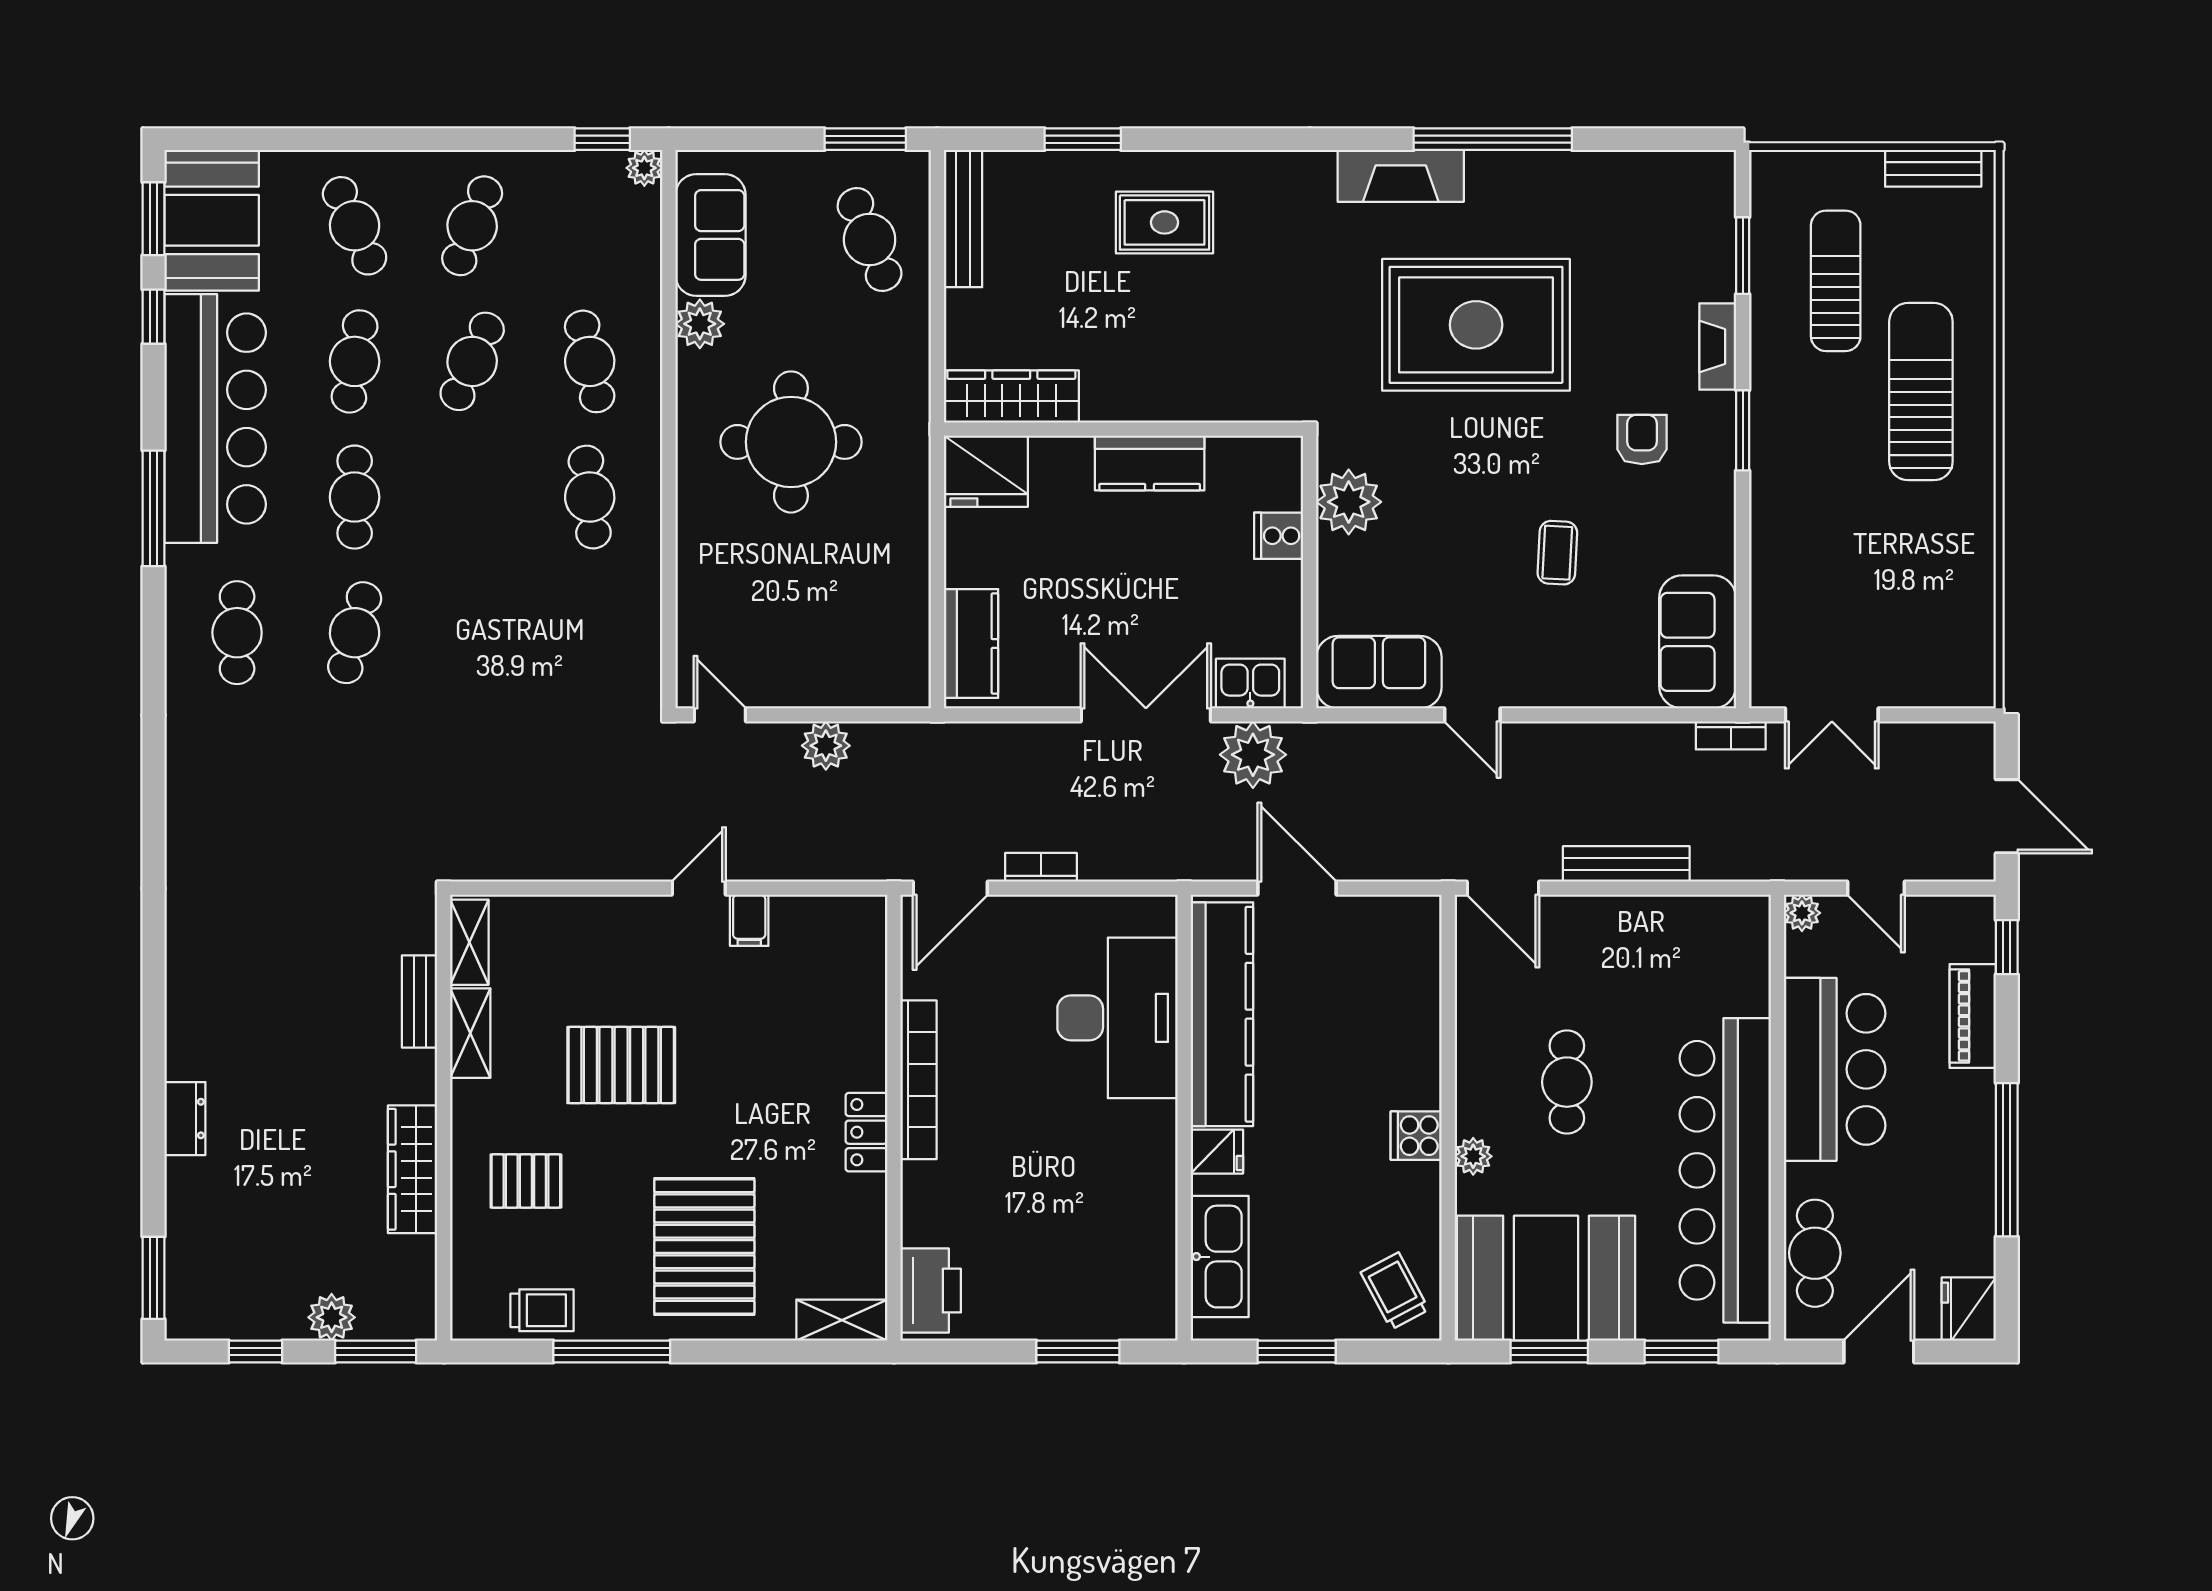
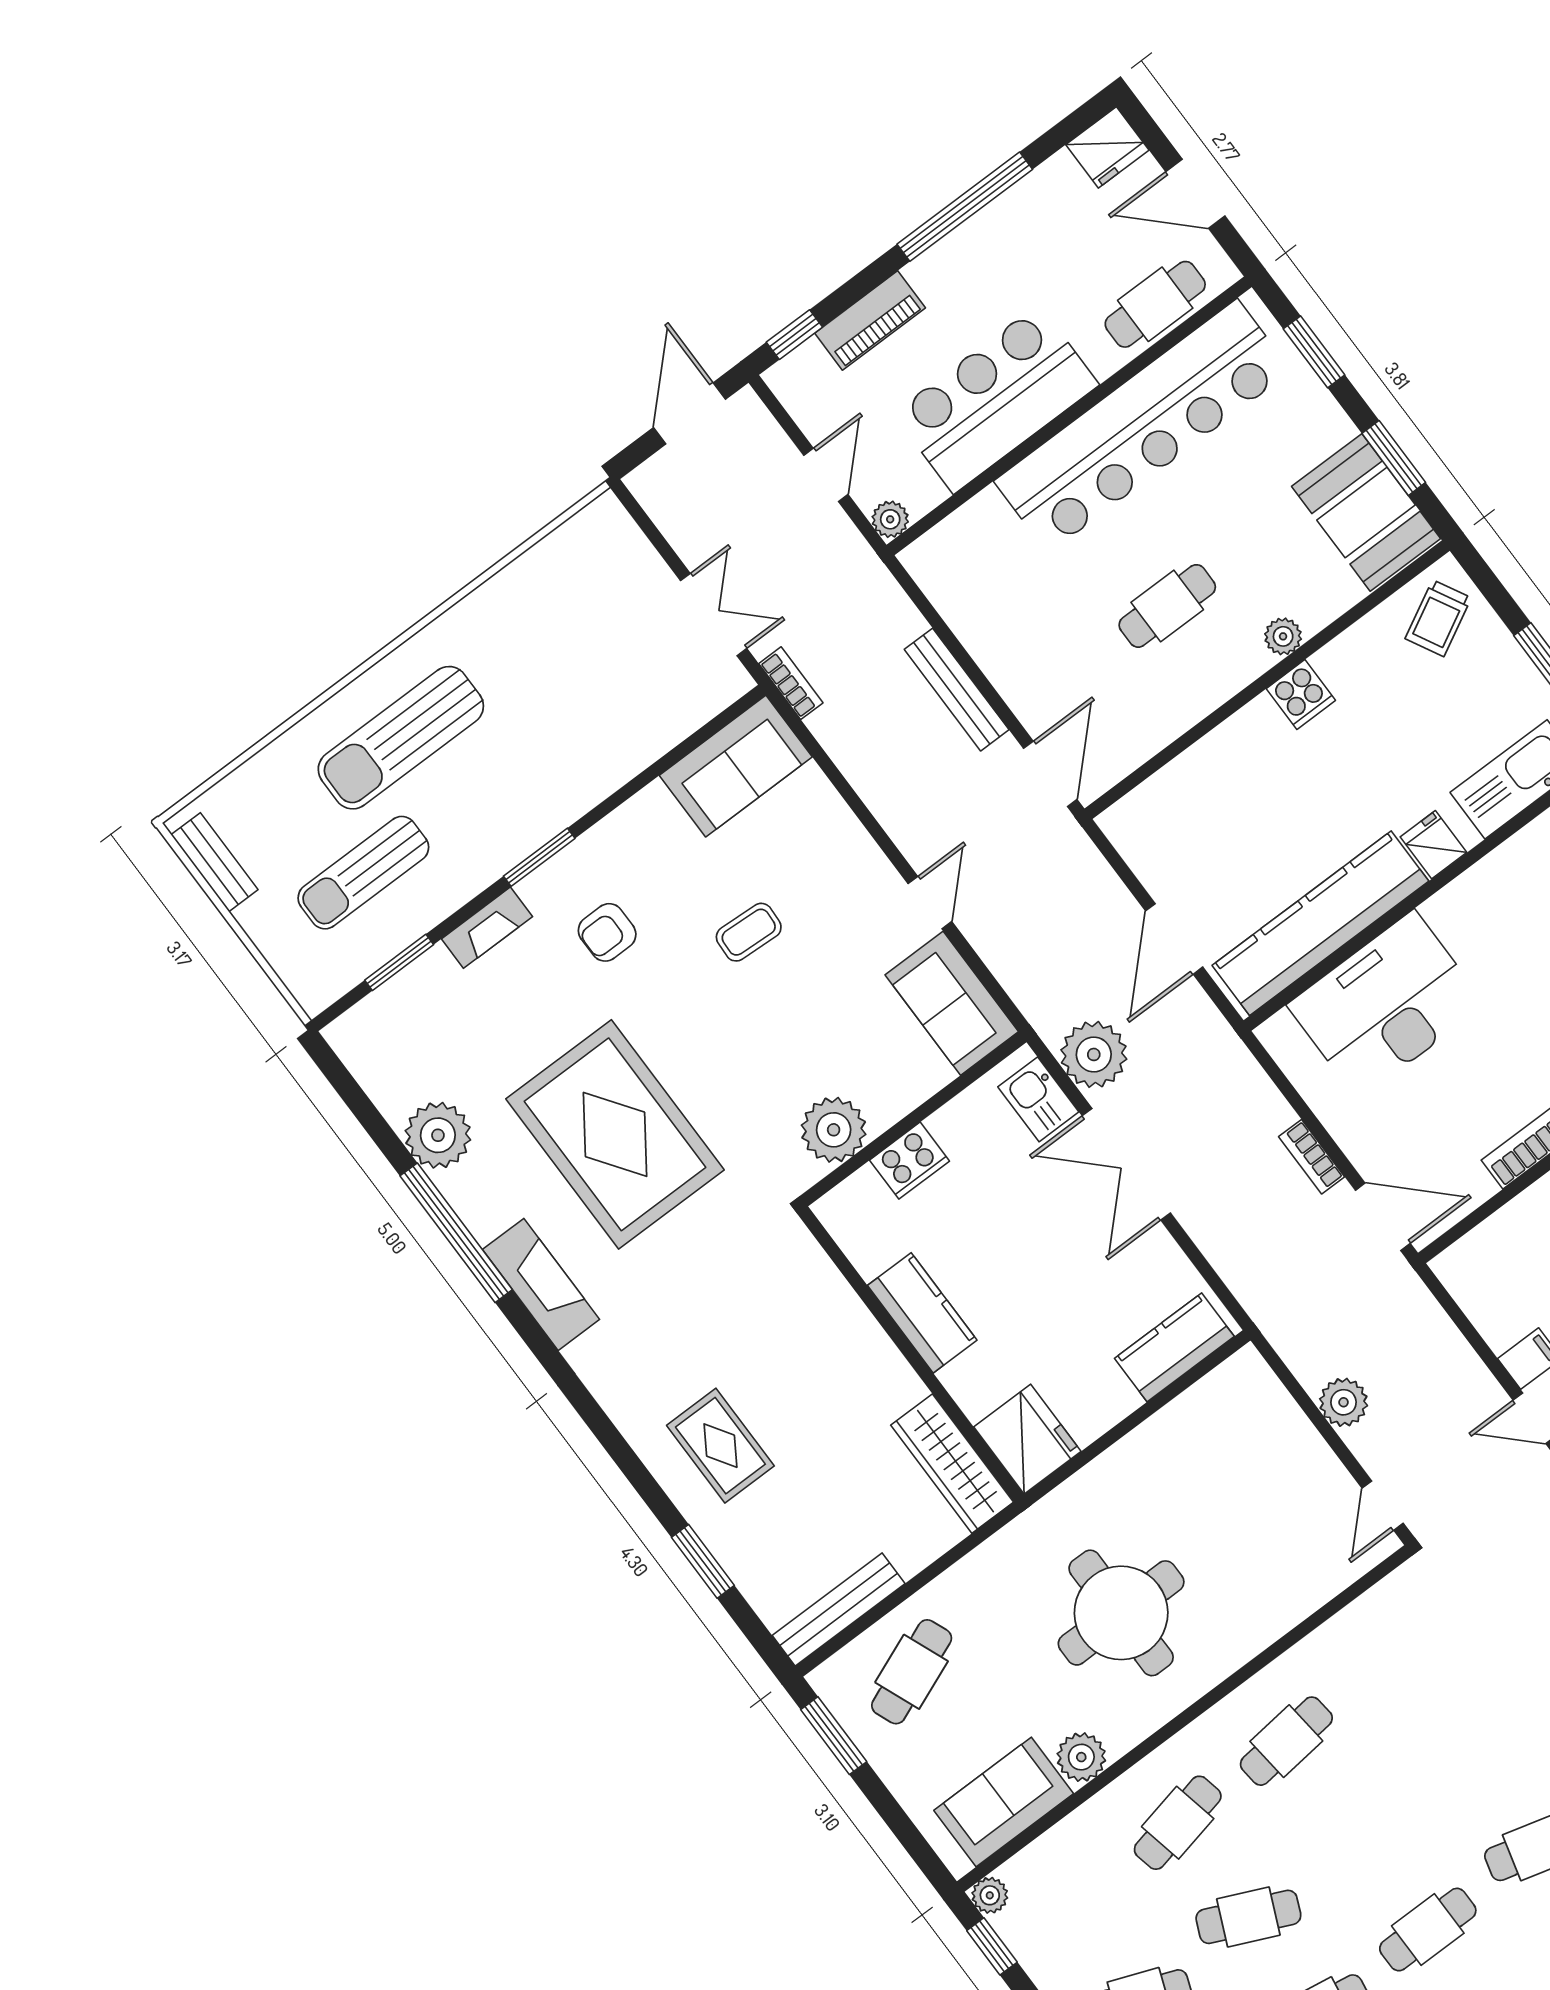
plant: (1581, 183) -> (438, 1135), added
cooker: (1279, 536) -> (910, 1161), width x1.36
booth: (1546, 1278) -> (1366, 512), width x0.73, depth x0.70

